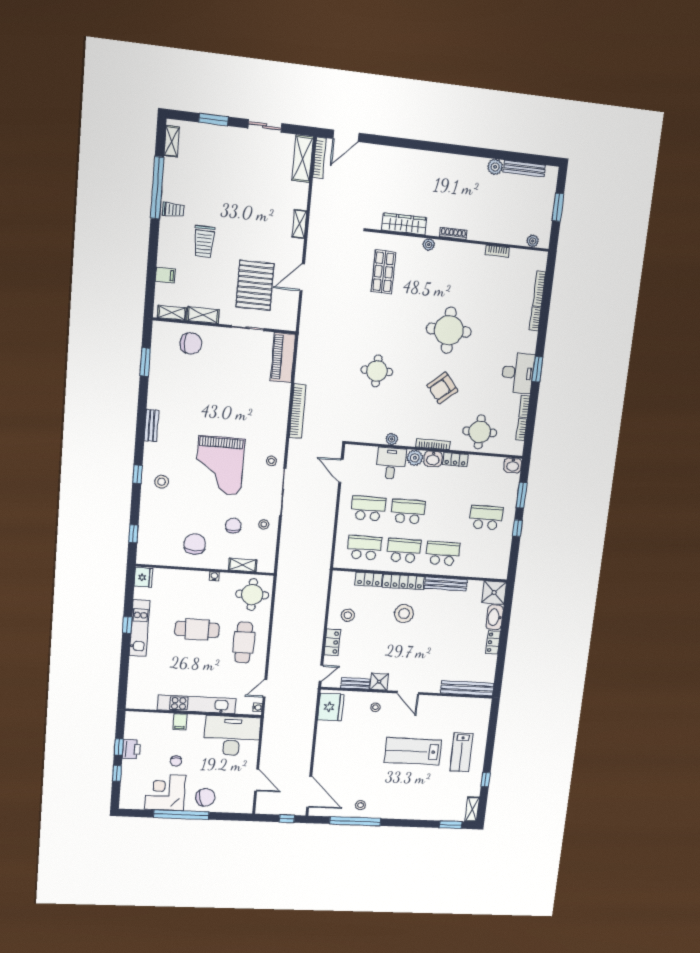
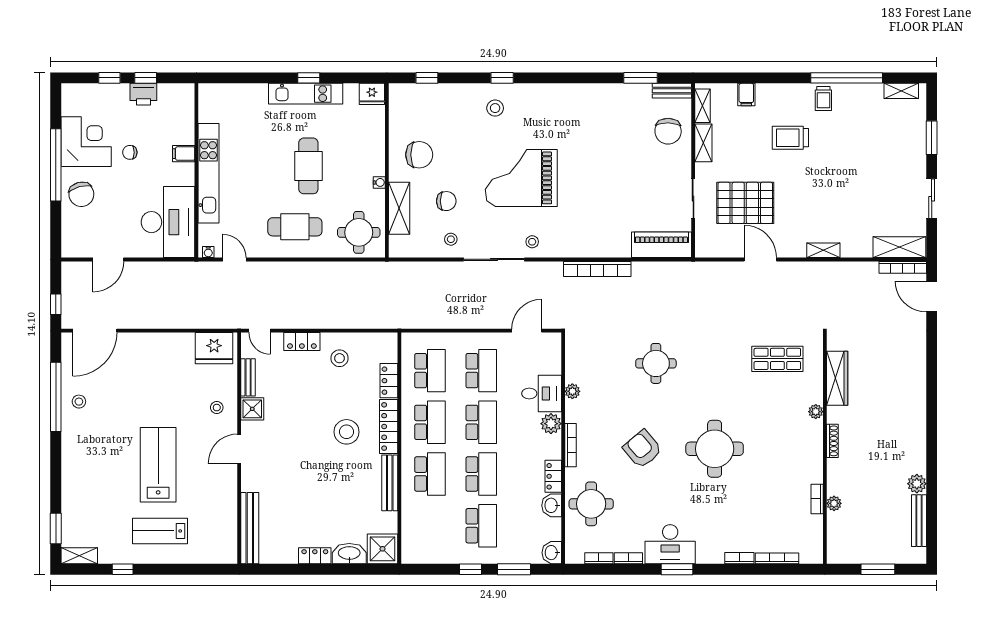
plant: (533, 241) -> (834, 503), moved
bench: (151, 425) -> (672, 91), moved
washbasin: (433, 459) -> (552, 505), moved
school desk: (447, 515) -> (481, 474), added
shelving: (243, 565) -> (399, 208), width x1.50, depth x1.33

